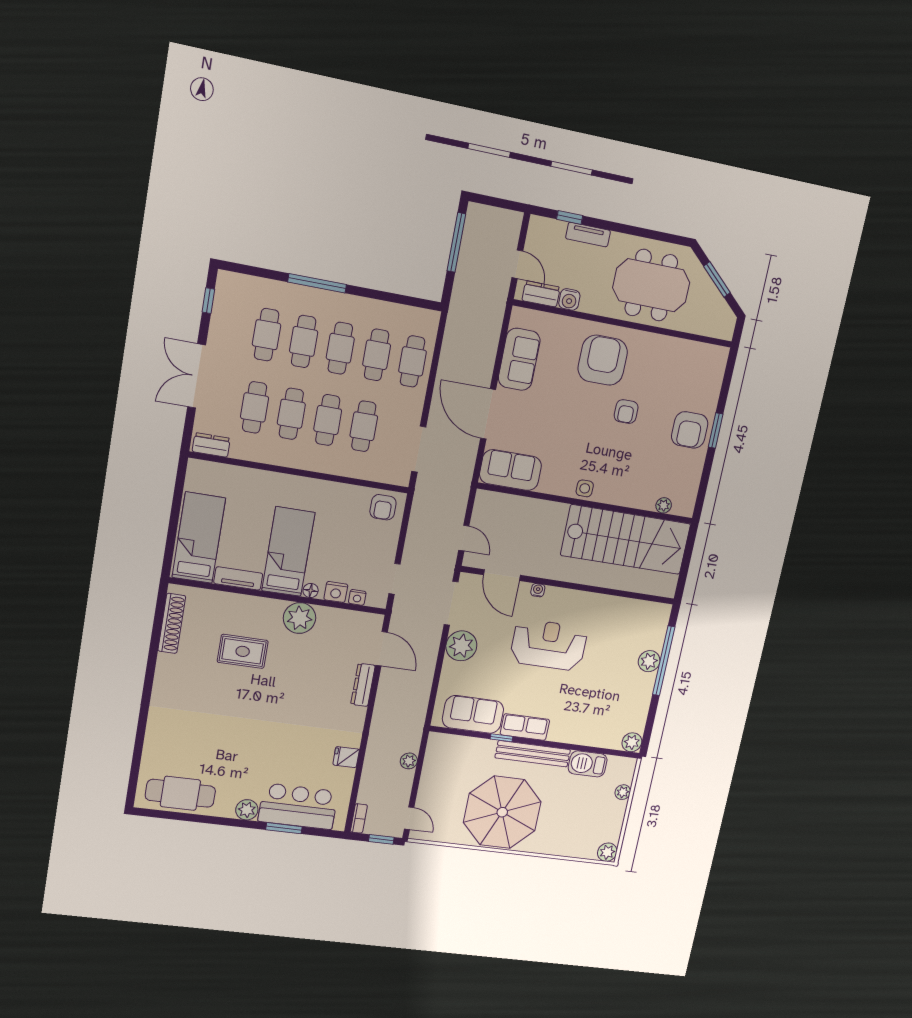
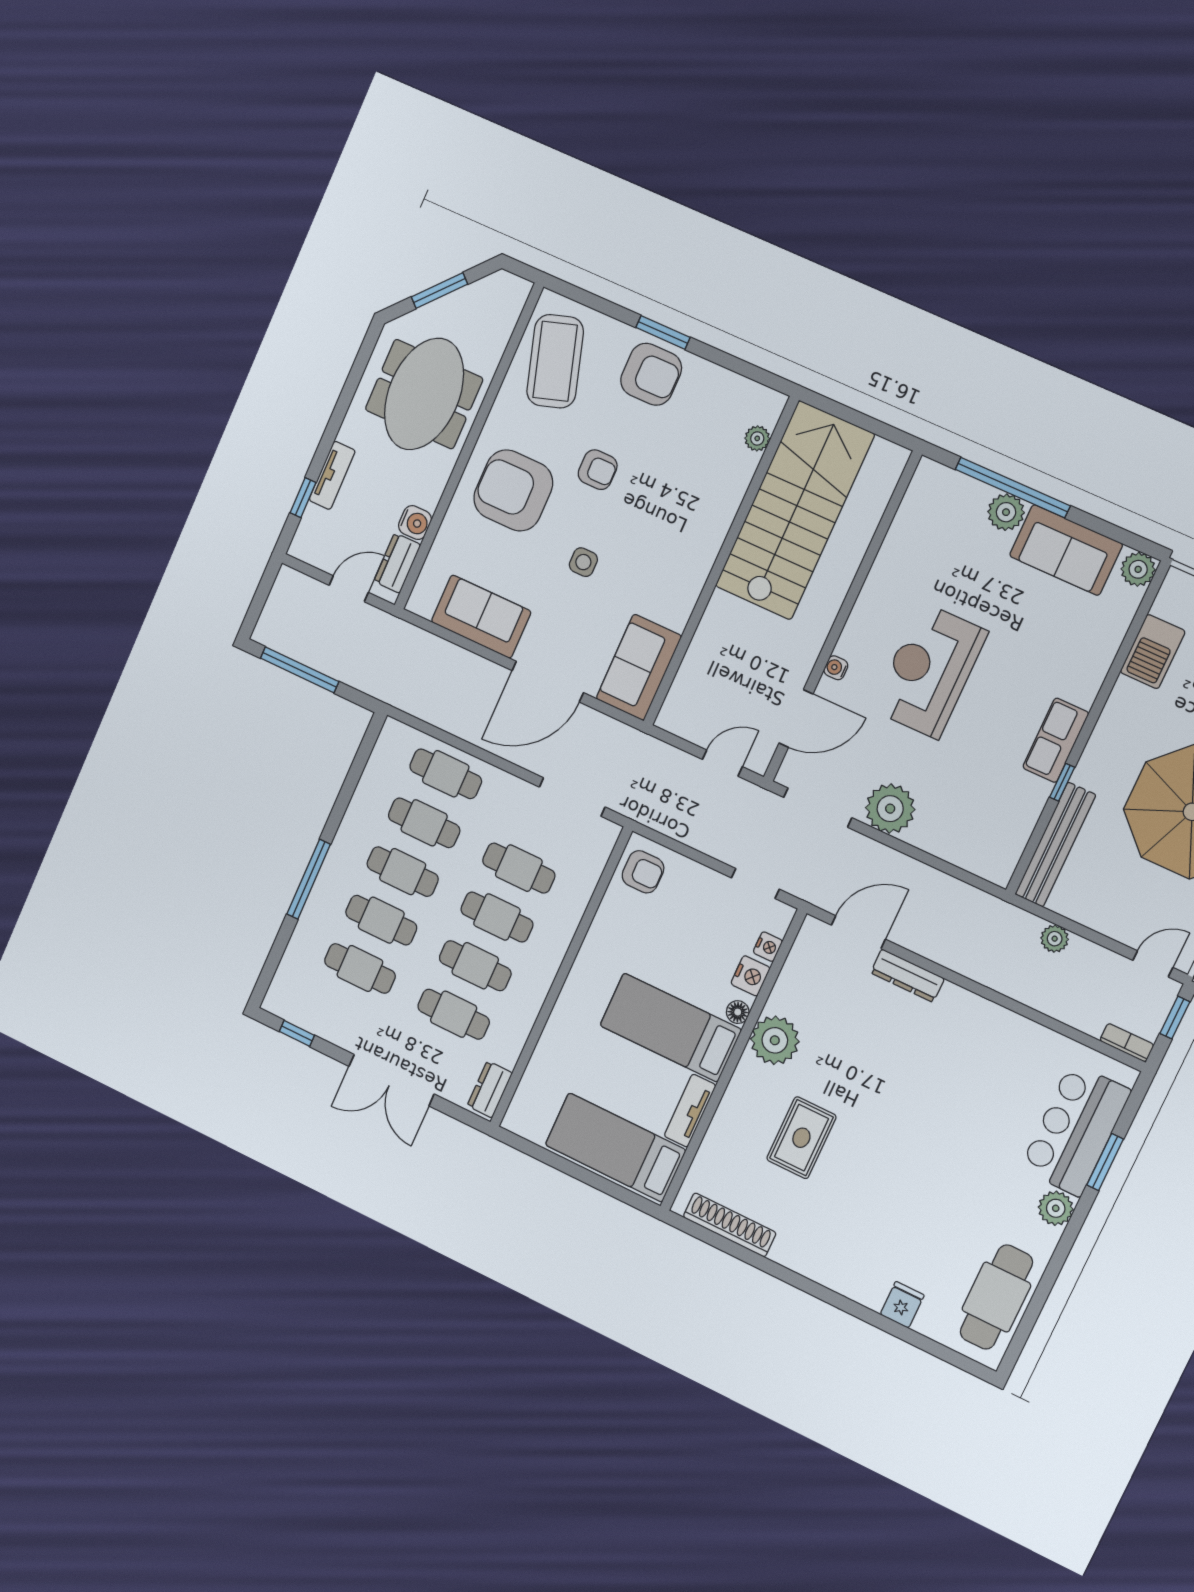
coffee table: (687, 367) -> (555, 361), added
side table: (585, 488) -> (583, 562), moved
sofa: (473, 714) -> (1066, 550), moved, turned -90
bench: (533, 754) -> (1055, 845), moved
fridge: (346, 757) -> (902, 1305), moved, turned 180

